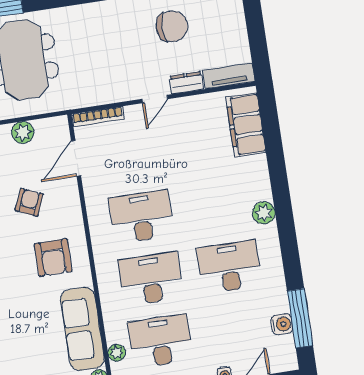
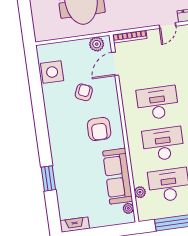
plant: (23, 132) -> (97, 44), moved

